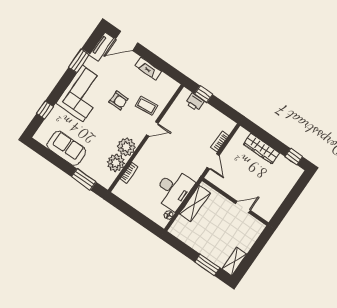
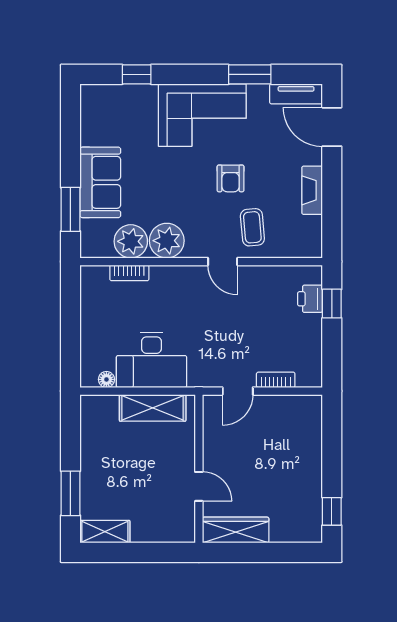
sofa: (67, 148) -> (100, 182), moved
wardrobe: (261, 149) -> (236, 530), moved, turned 90

